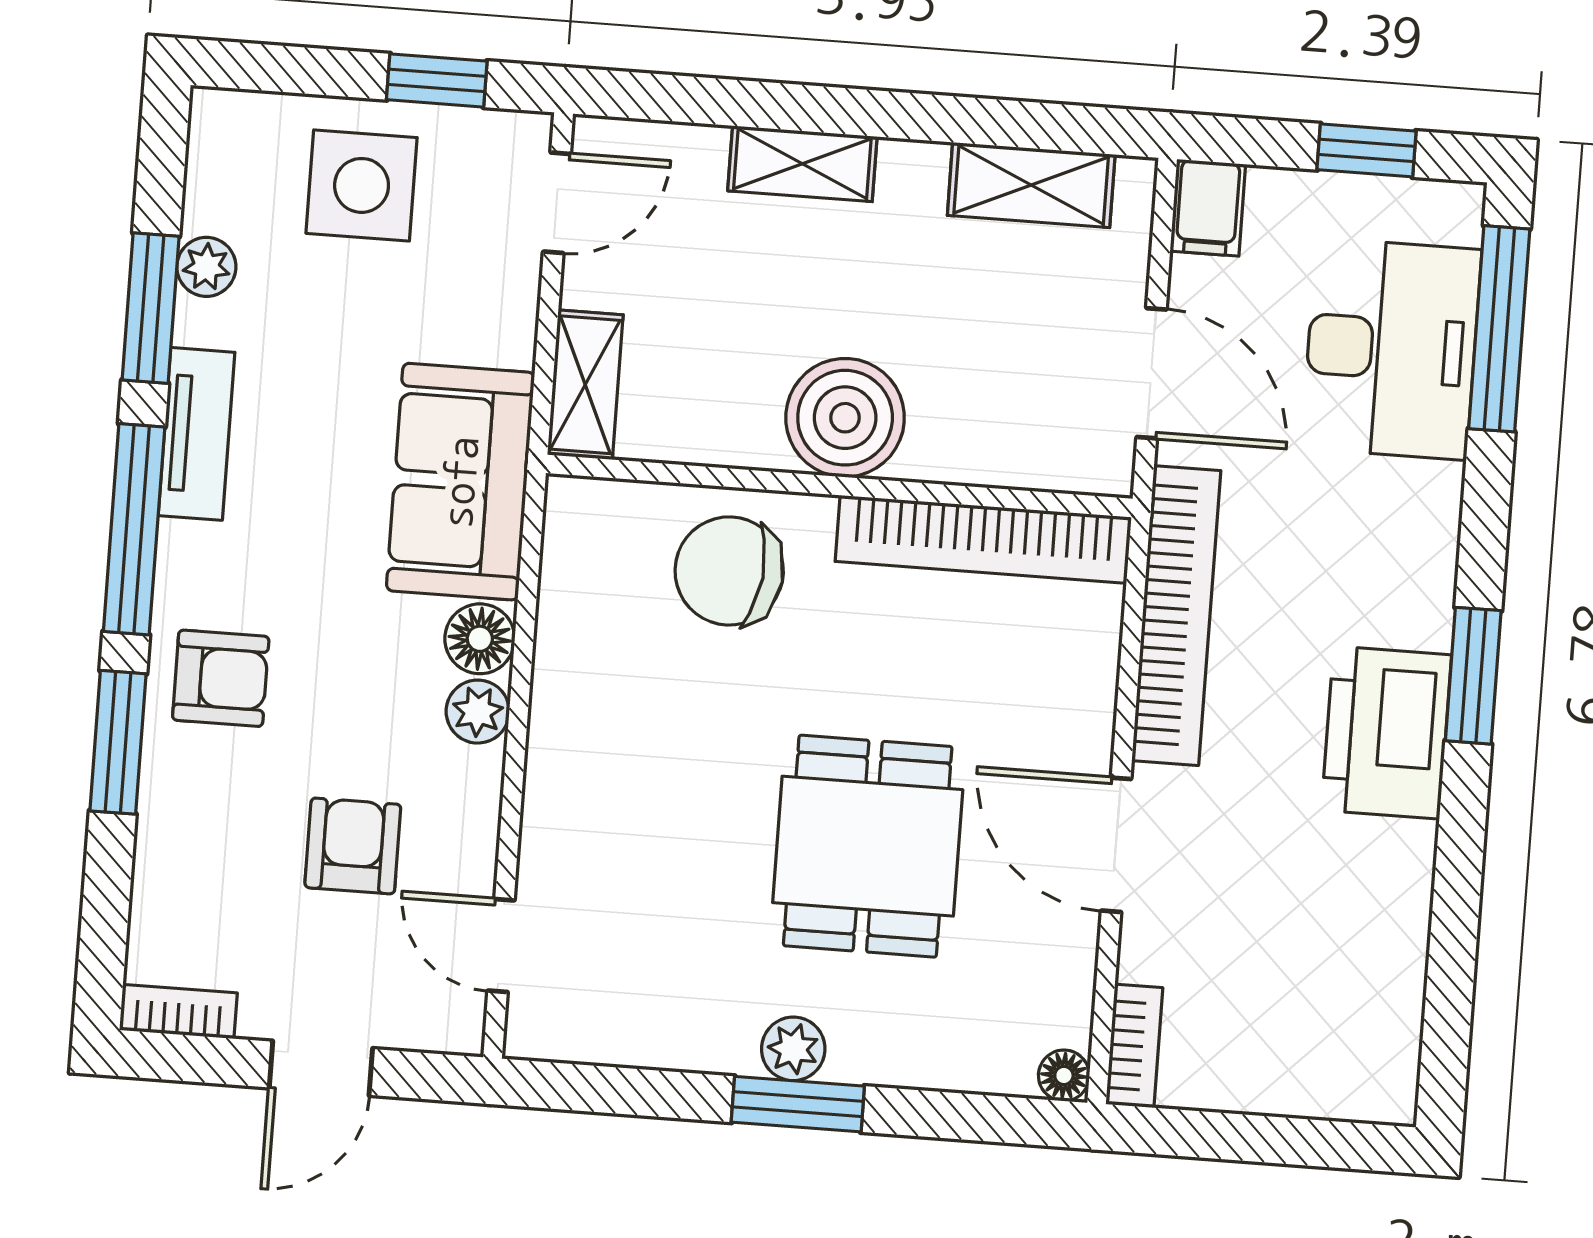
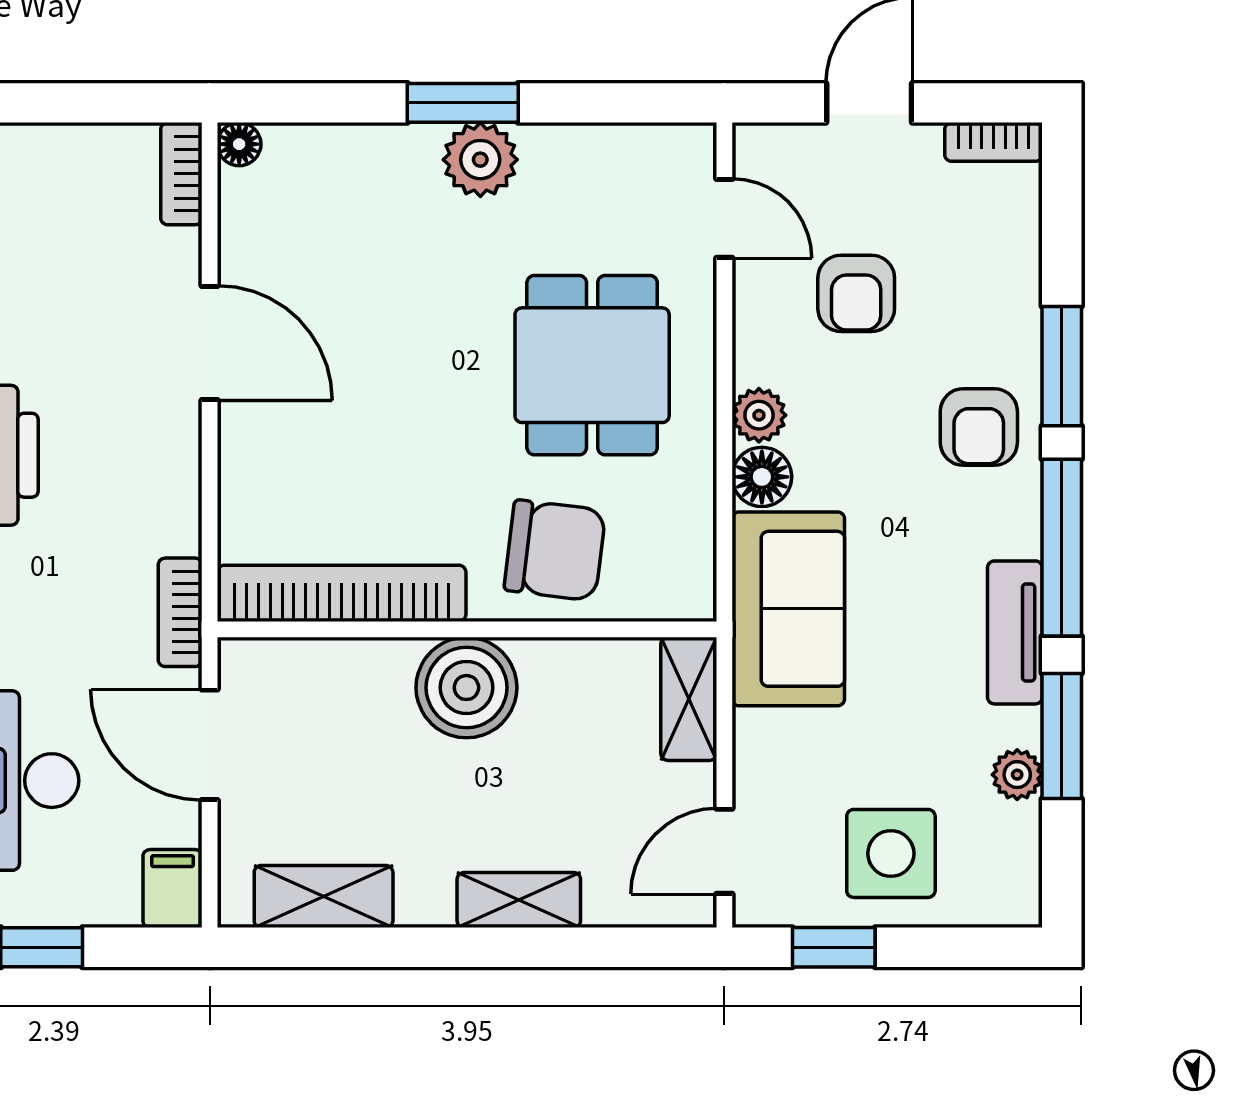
bookcase: (1176, 616) -> (180, 612), width x0.43, depth x0.76
armchair: (221, 678) -> (979, 427), turned -90
dining table: (868, 846) -> (592, 365), moved
plant: (793, 1049) -> (480, 160), width x1.38, depth x1.38

